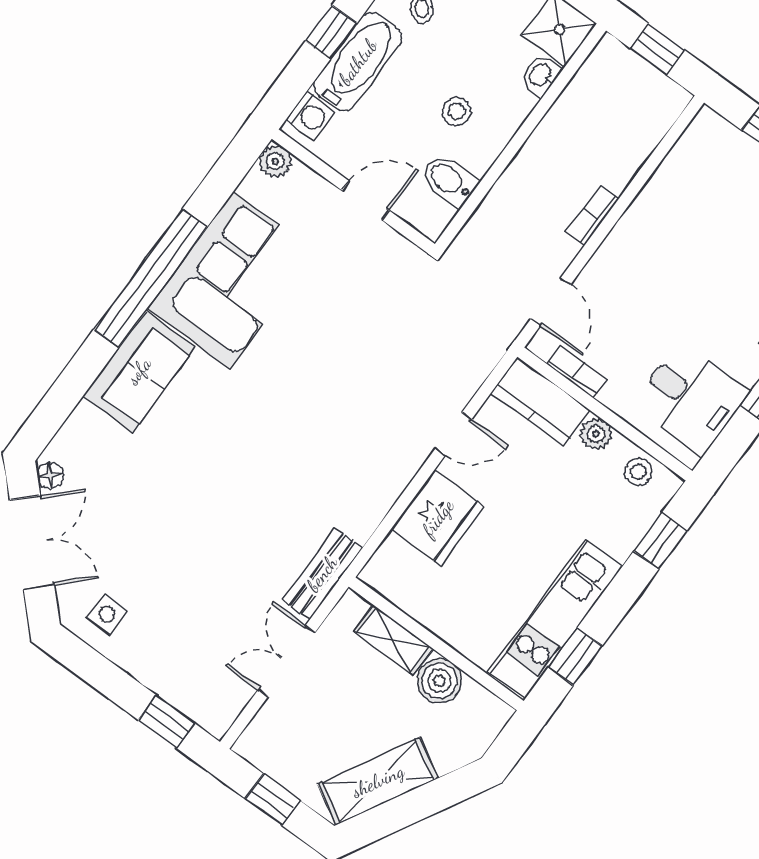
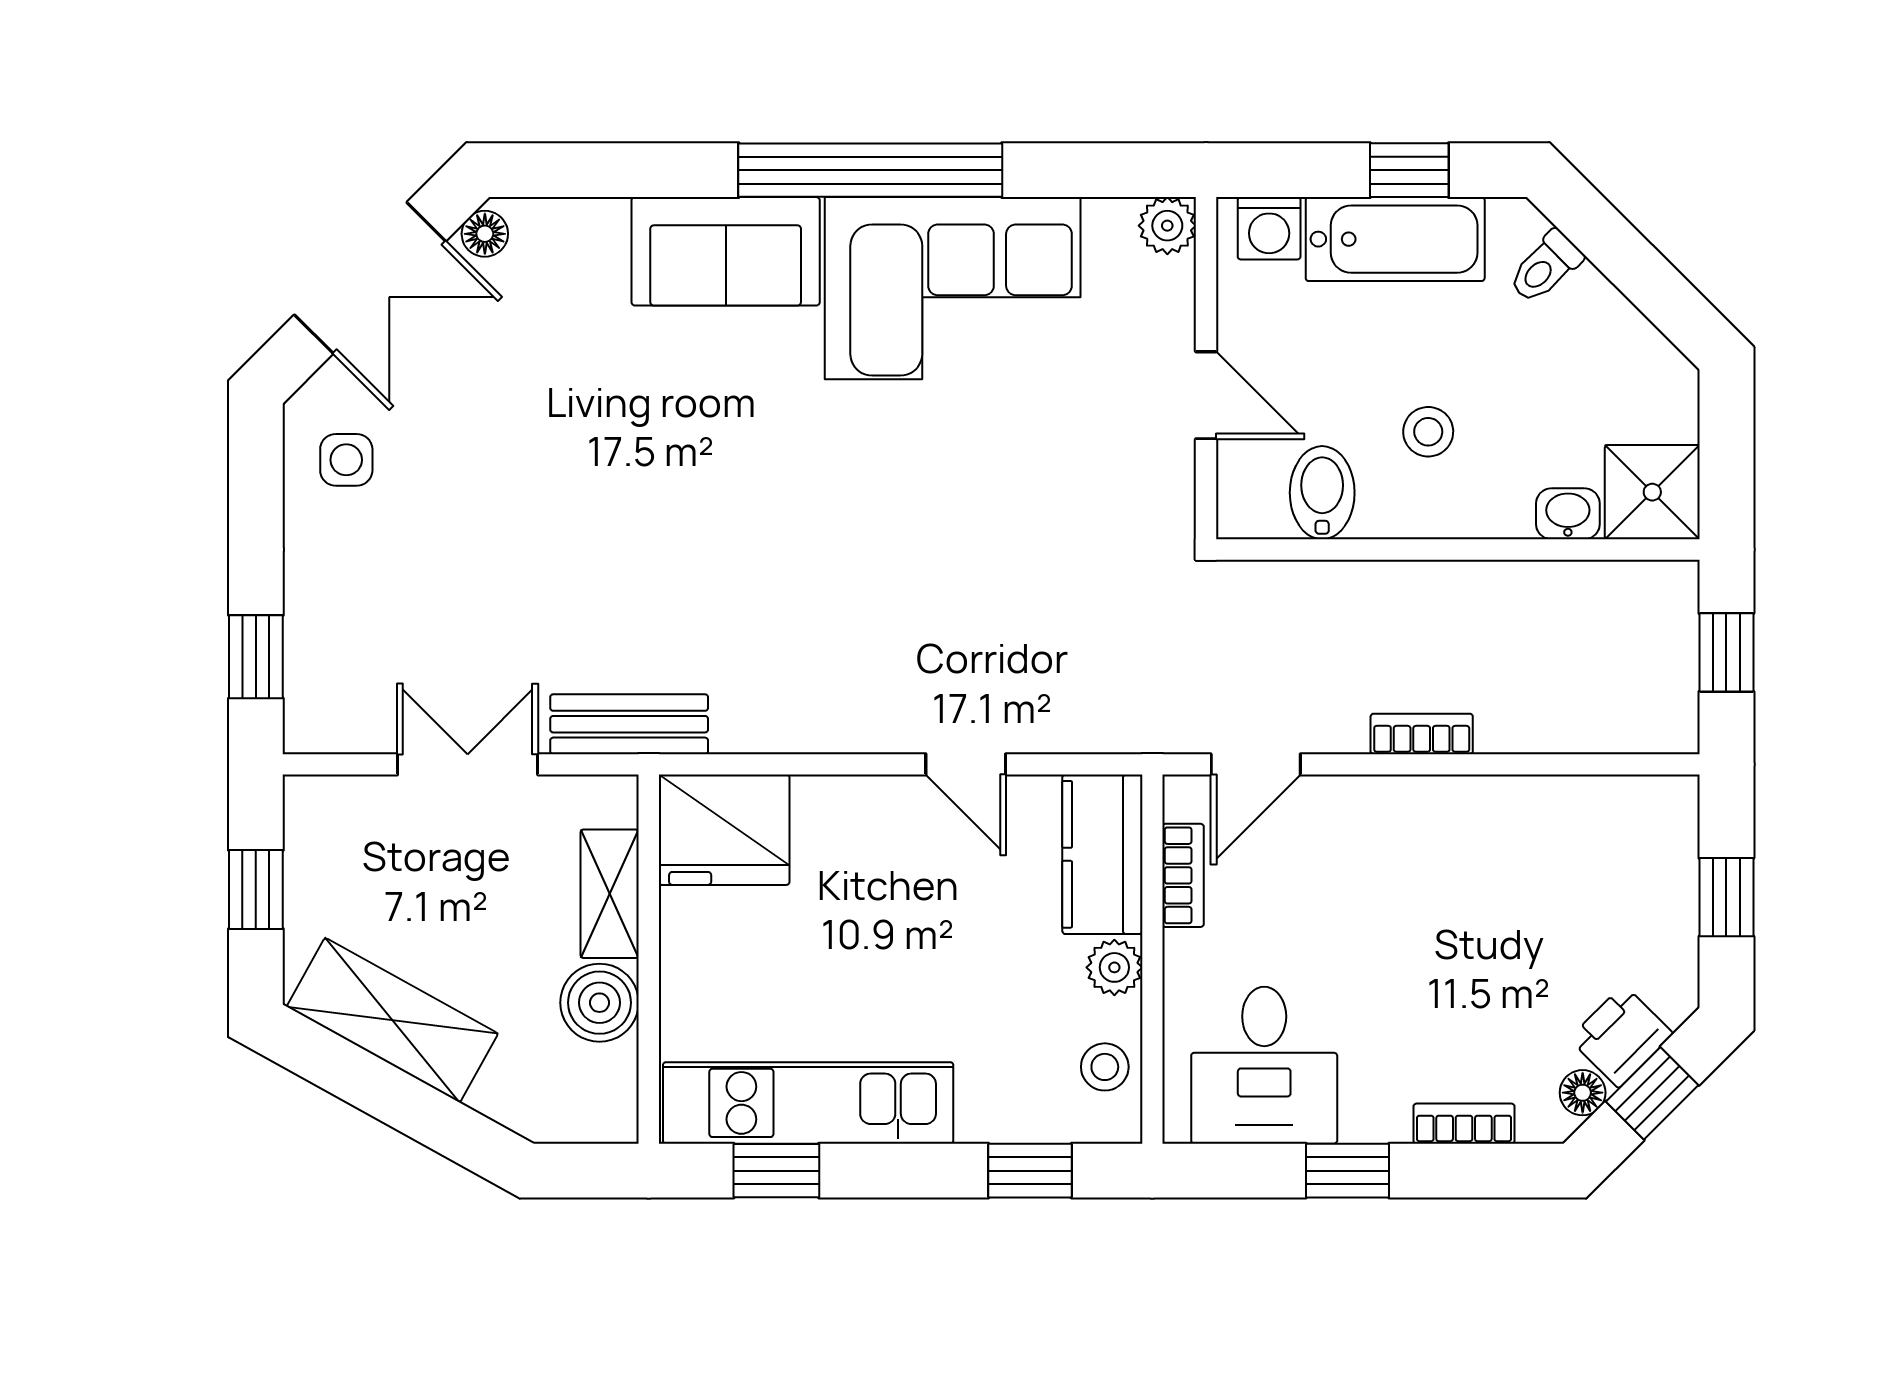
fridge: (438, 518) -> (724, 830), moved

